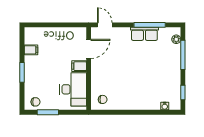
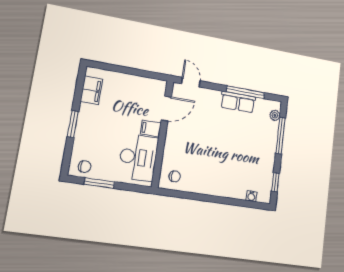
filing cabinet: (31, 50) -> (91, 90), width x2.00

